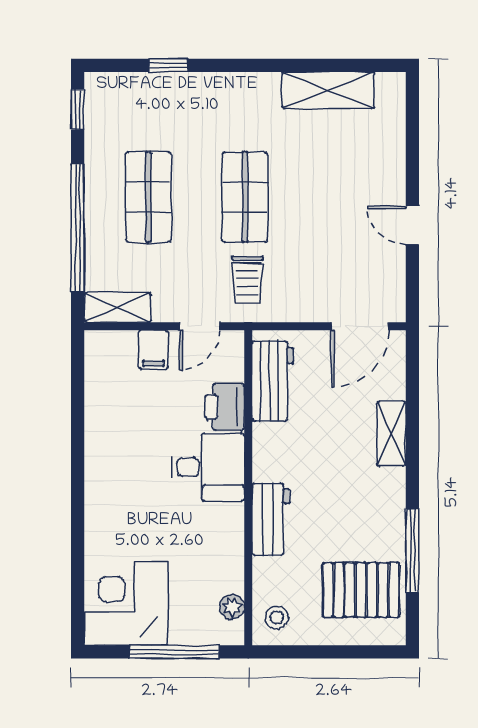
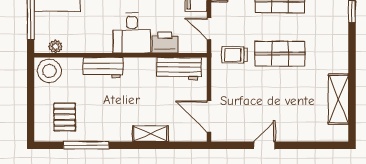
pallet: (361, 590) -> (65, 117), width x0.67, depth x0.71
stool: (277, 618) -> (49, 71), width x1.89, depth x1.89

